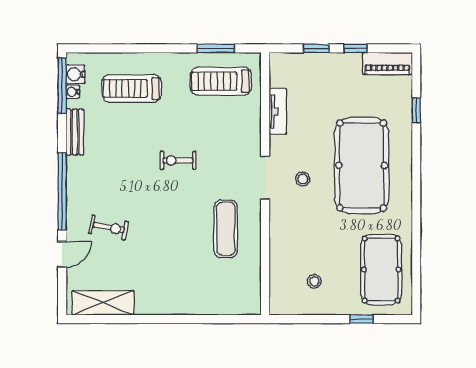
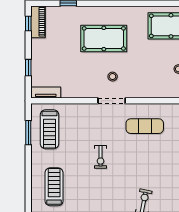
window: (355, 48) -> (28, 23), moved
treadmill: (132, 88) -> (54, 187), turned 180
tv unit: (278, 111) -> (46, 93), moved
pool table: (362, 165) -> (104, 38), width x0.73, depth x0.76

